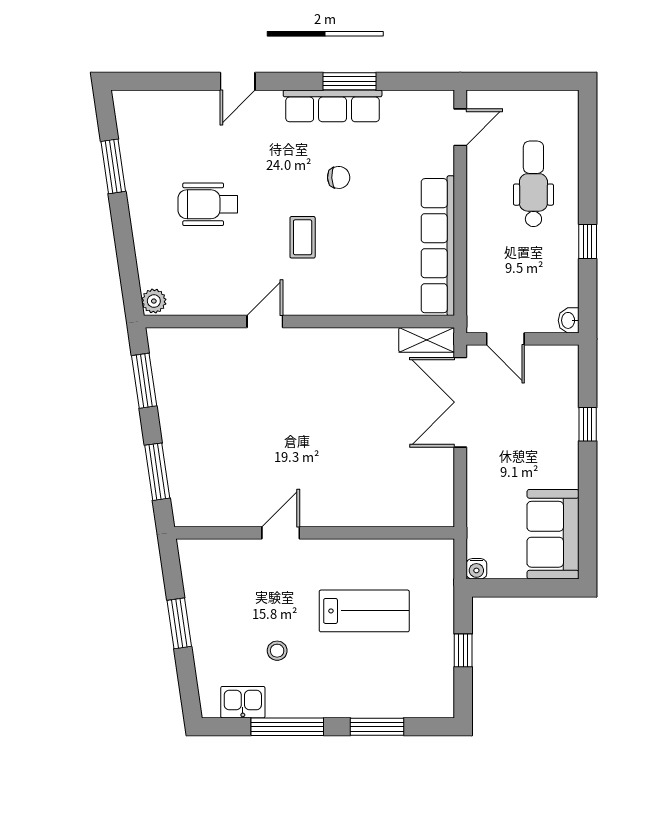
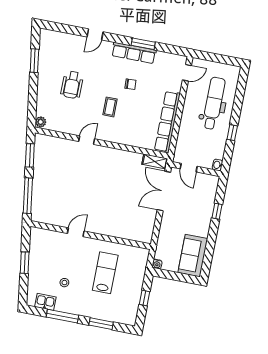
dental chair: (533, 184) -> (214, 103), width x1.36, depth x1.38
wheelchair: (208, 204) -> (72, 85), turned -90
window: (157, 472) -> (28, 196), width x1.44
lab bench: (364, 611) -> (105, 273), turned -90

